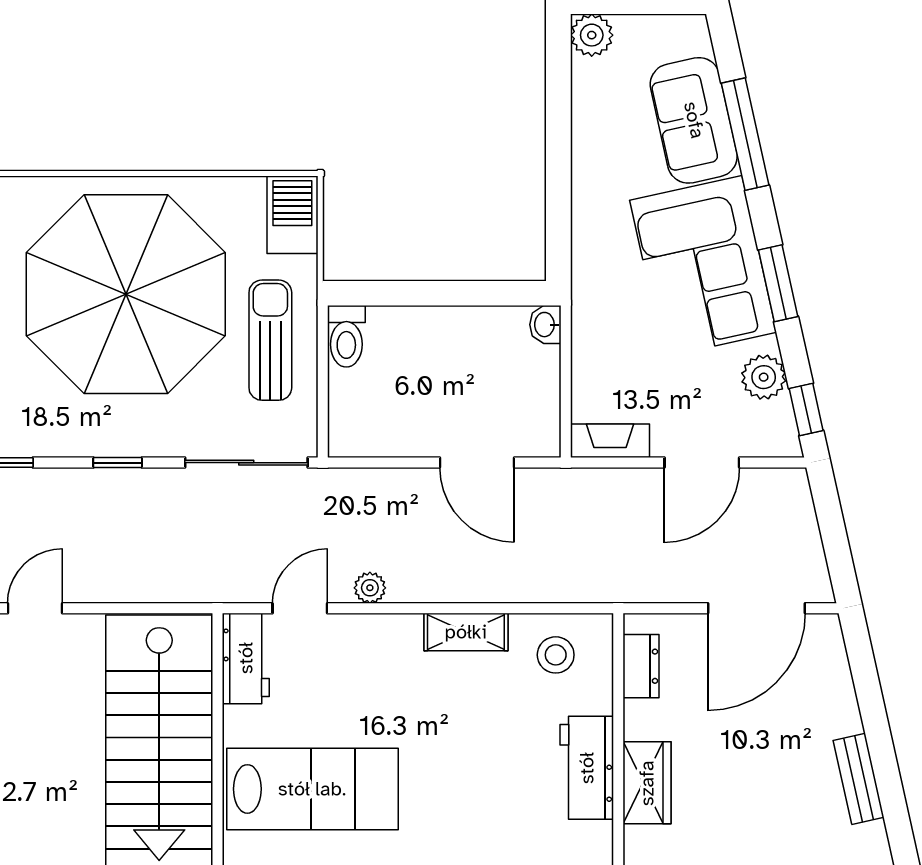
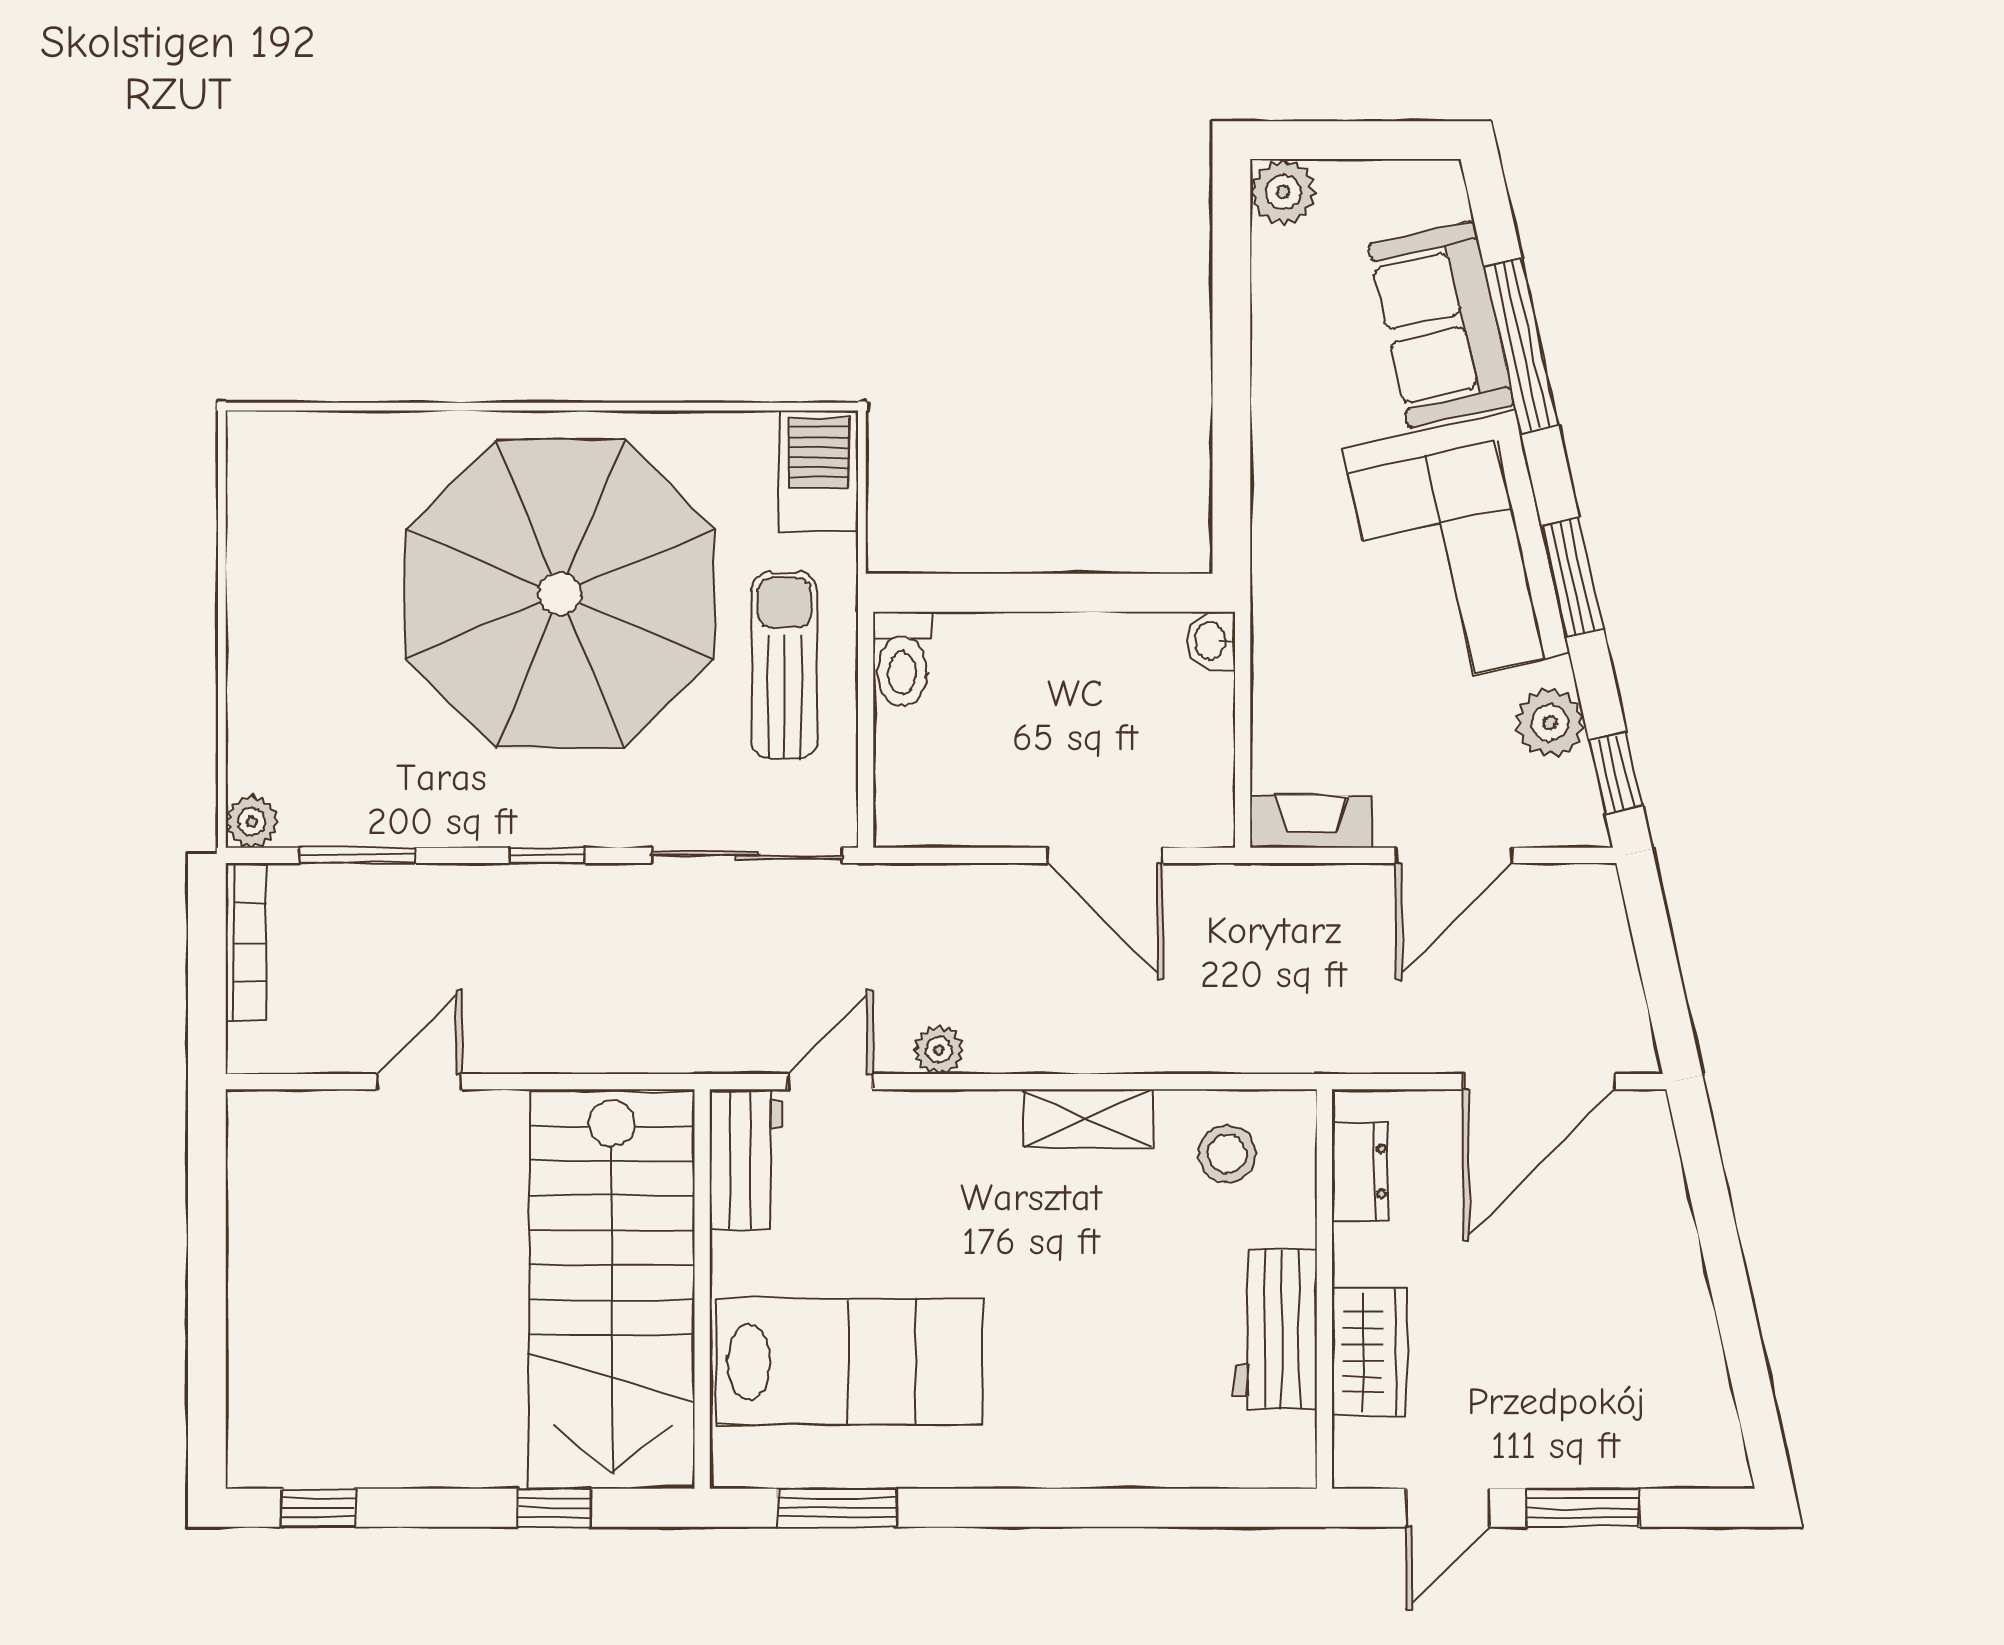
bench: (859, 779) -> (1697, 1346), removed

